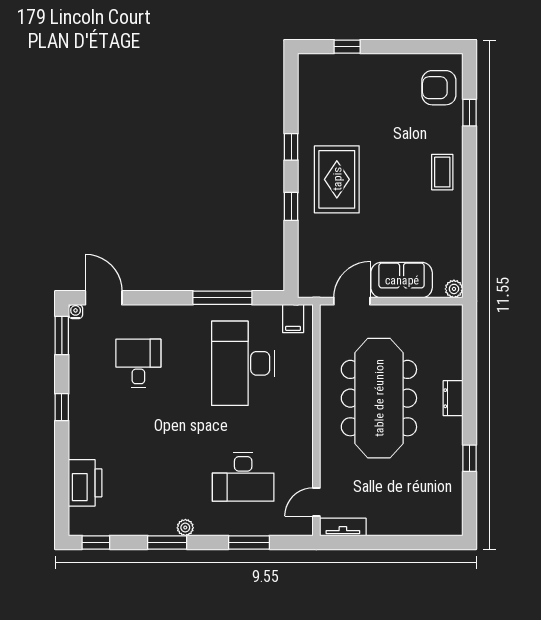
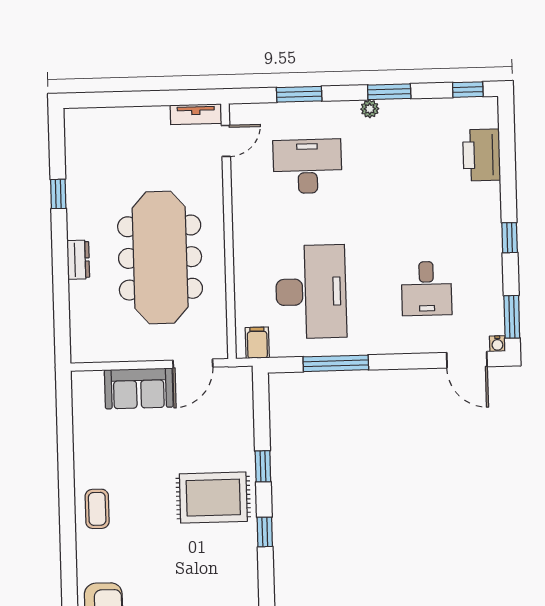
window: (470, 113) -> (69, 575), removed
rug: (337, 179) -> (213, 498), turned 90
plant: (454, 289) -> (81, 380), removed

